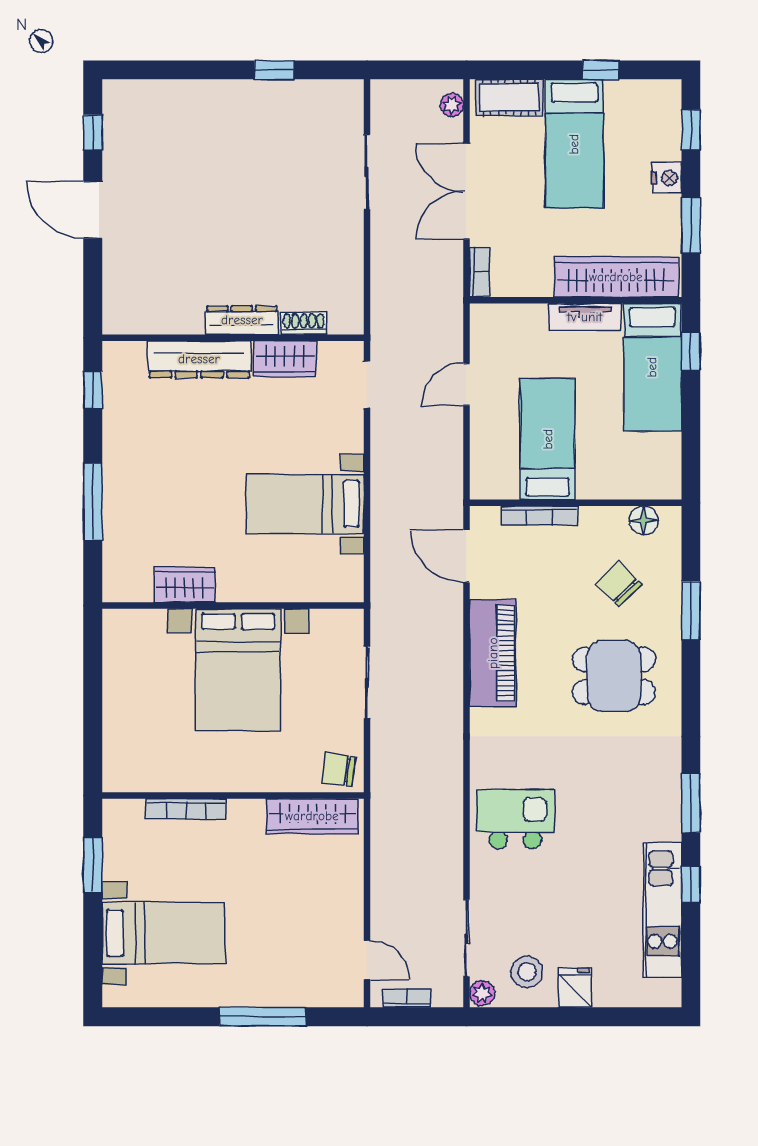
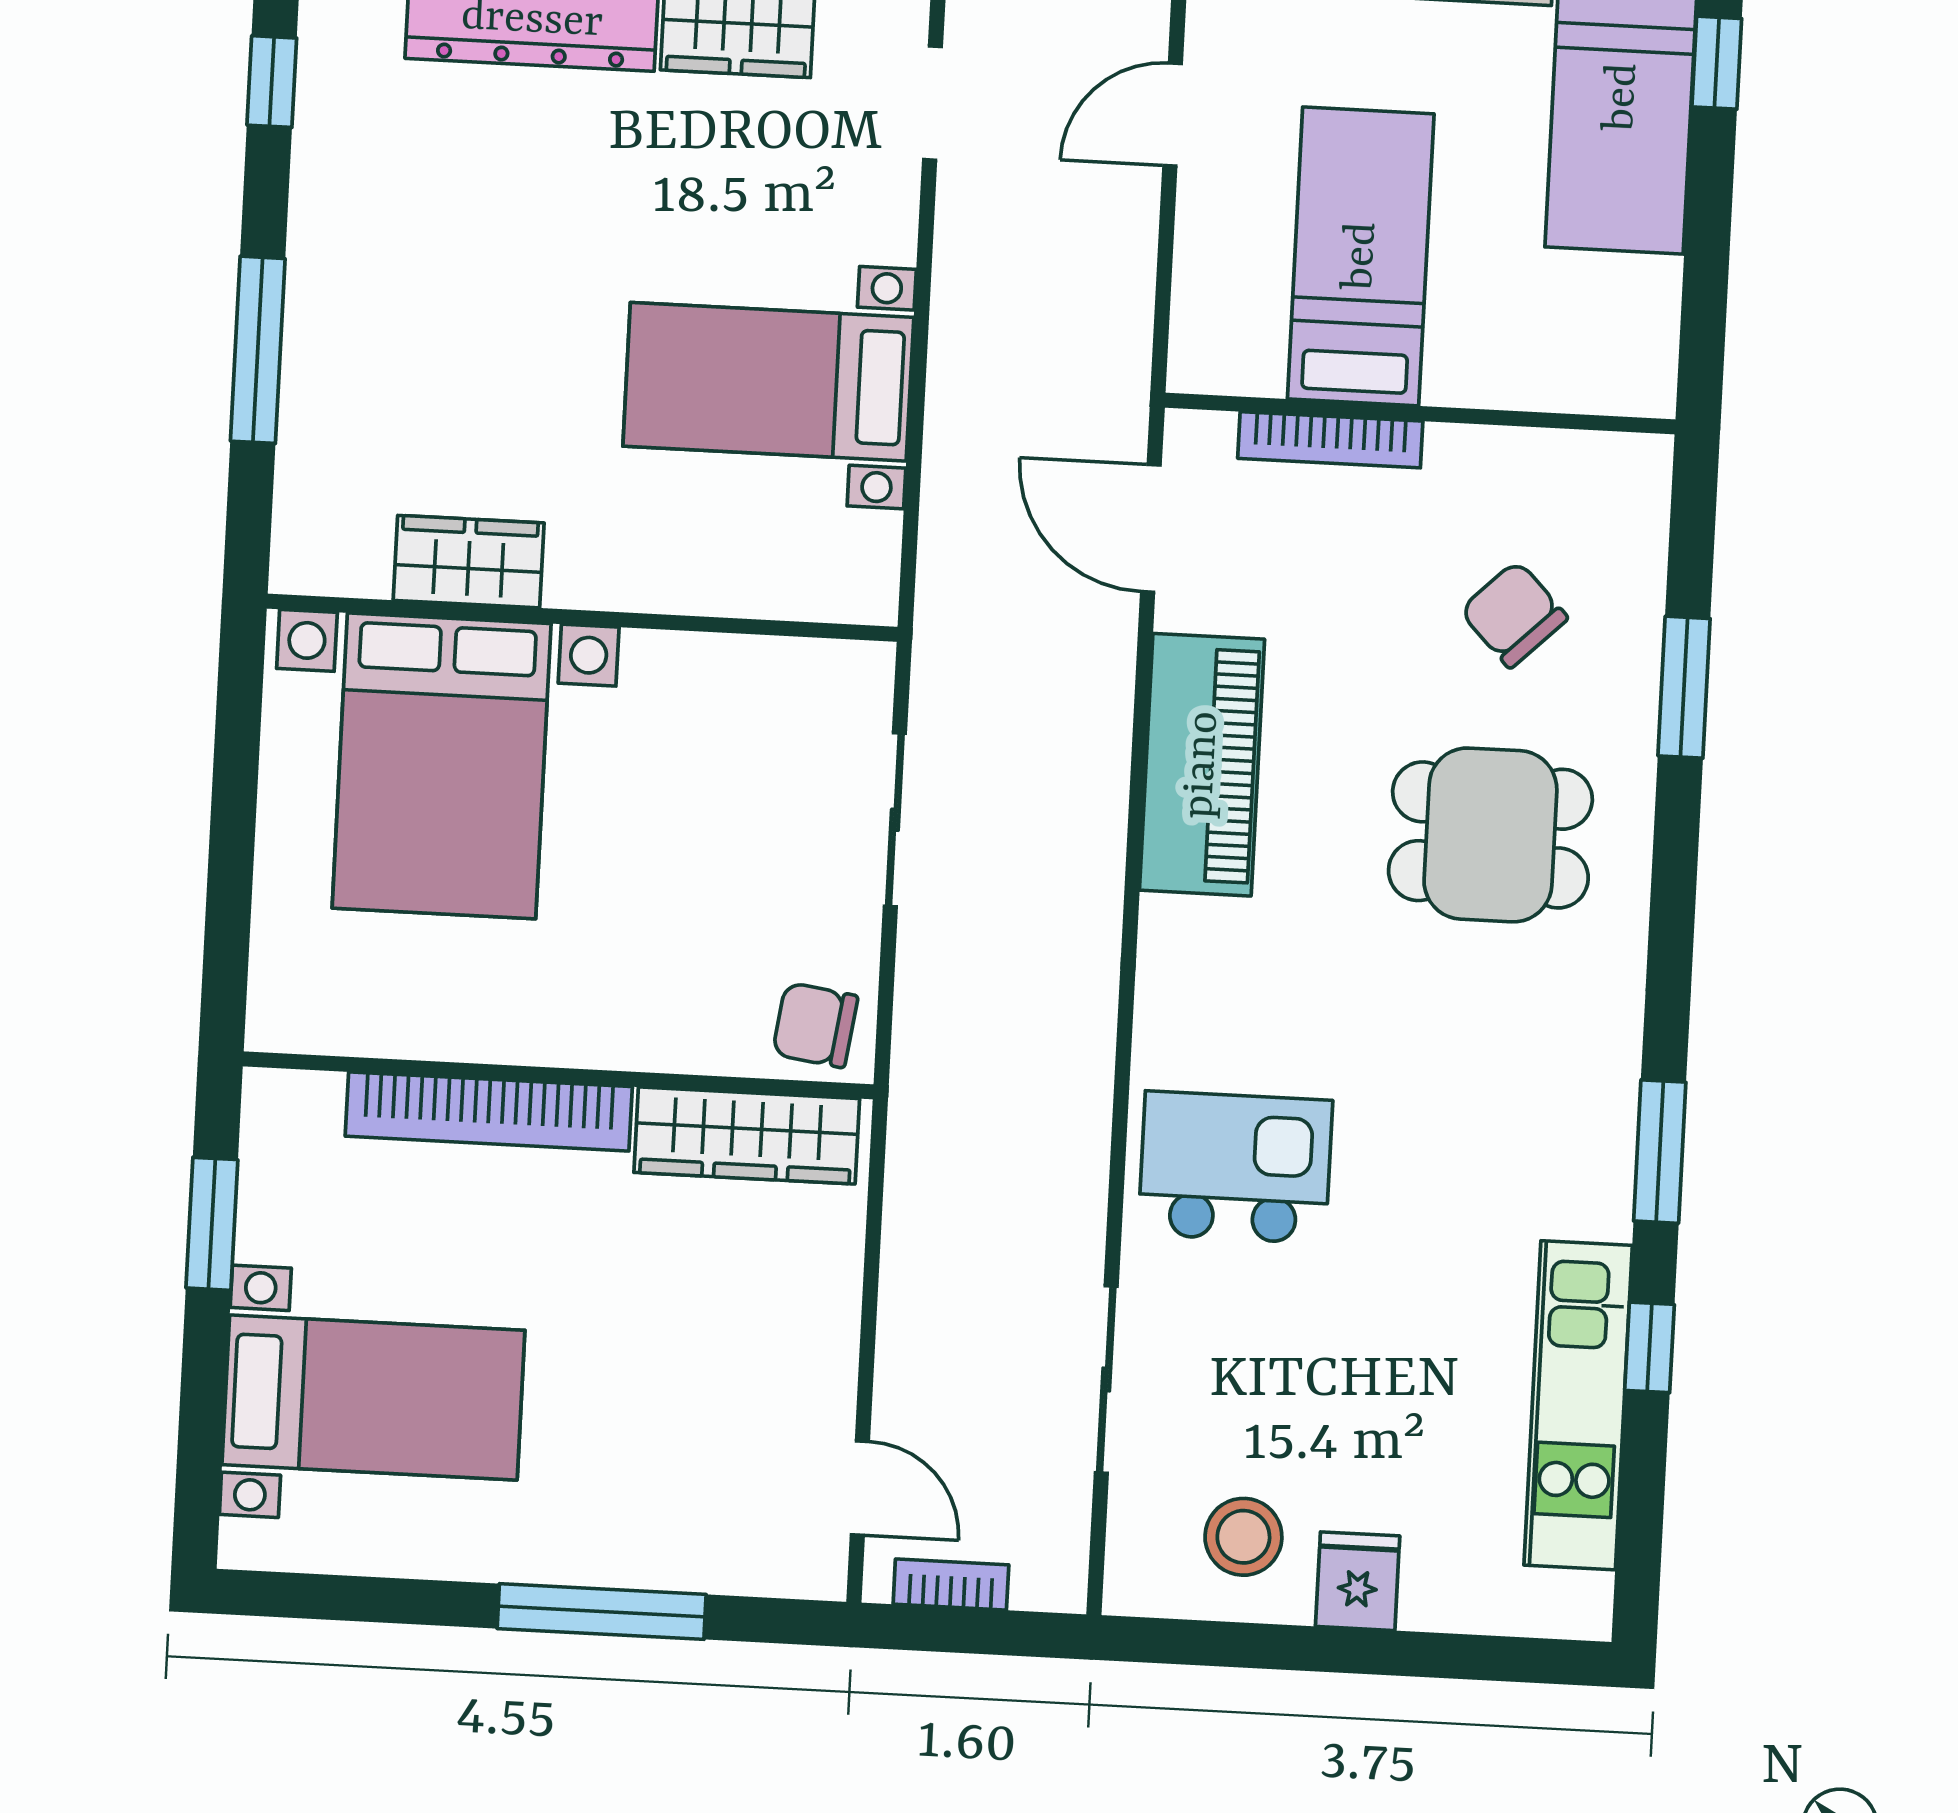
floor lamp: (644, 520) -> (1582, 464), removed
bed with nightstands: (238, 670) -> (442, 766), moved
bookcase: (186, 809) -> (489, 1111), width x1.48, depth x1.31
sliding door: (467, 938) -> (1106, 1379), moved
plant: (482, 993) -> (1133, 1582), removed

